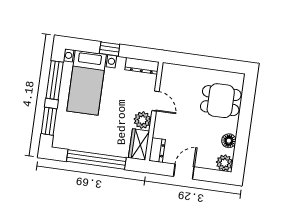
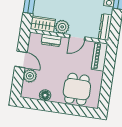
piano: (179, 73) -> (100, 56), added
dresser: (157, 150) -> (51, 40), moved
plant: (224, 163) -> (30, 76), moved

